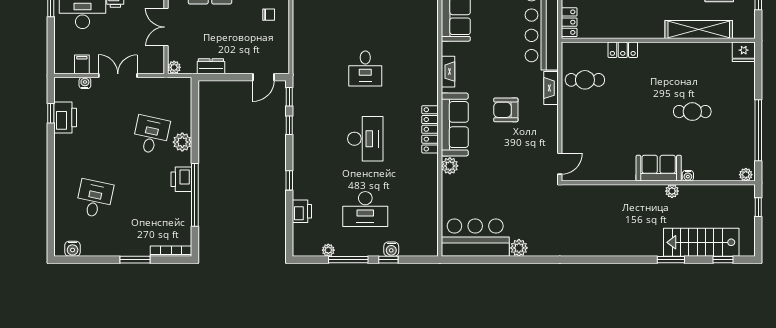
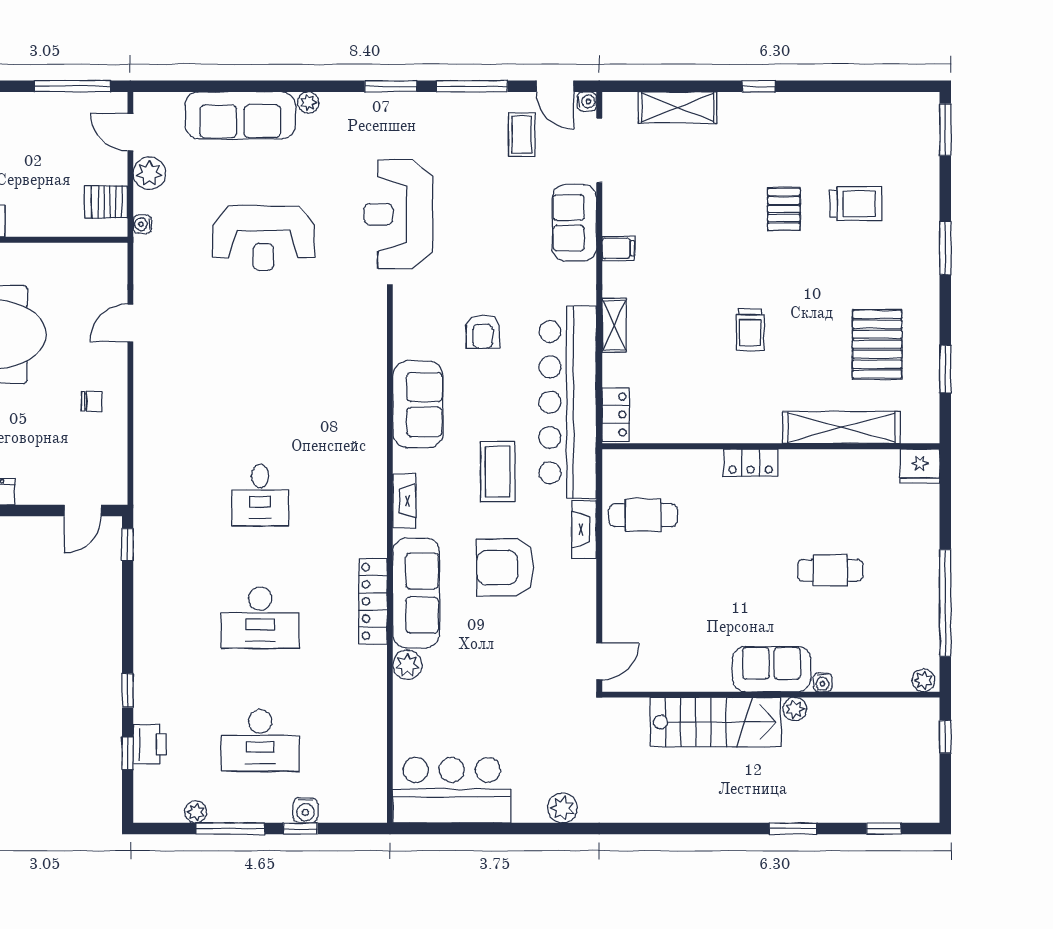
locker: (623, 50) -> (751, 463), moved
coffee table: (502, 55) -> (498, 472), added
armchair: (506, 110) -> (505, 567), width x1.36, depth x1.36
window: (289, 125) -> (128, 753), moved
desk: (365, 139) -> (260, 618), turned 90
stairs: (701, 242) -> (715, 722), moved, turned 180
plant: (519, 248) -> (562, 808), moved

